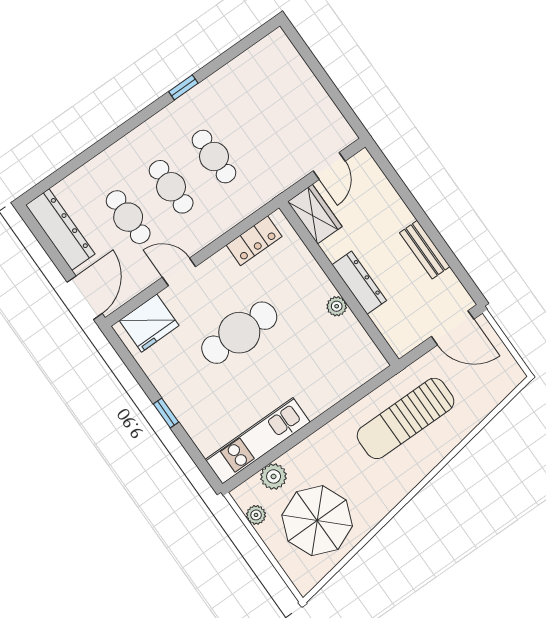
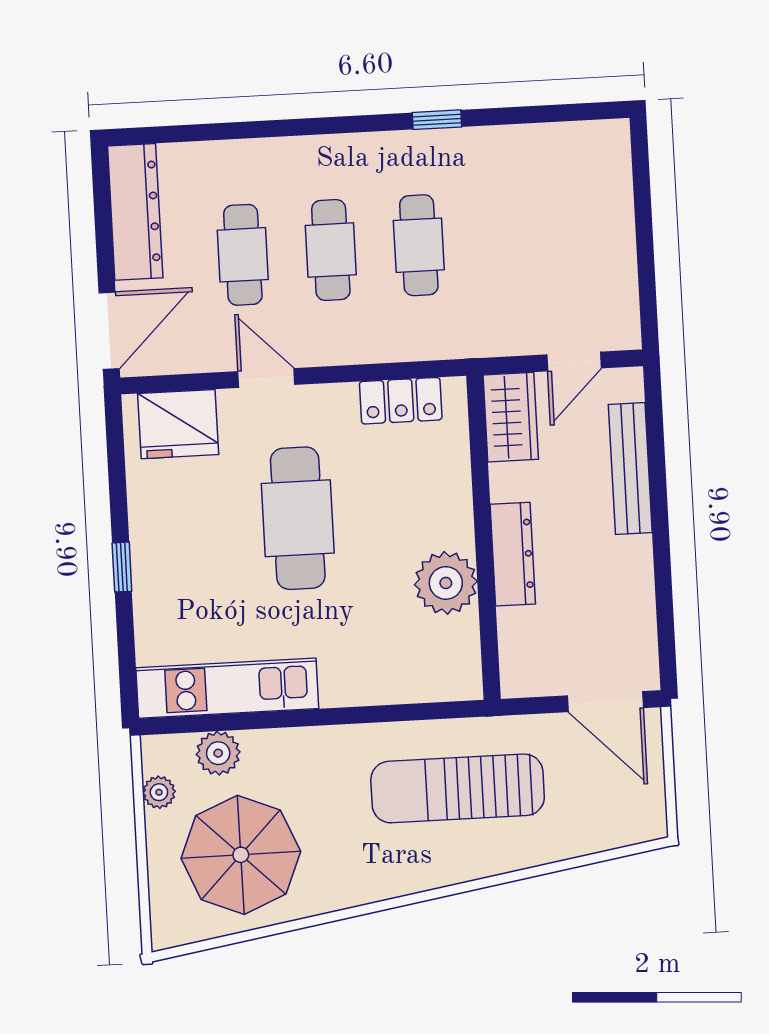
bench: (425, 250) -> (630, 469), moved, width x1.36
plant: (337, 306) -> (446, 583), width x1.88, depth x1.88
cafe table: (239, 333) -> (298, 518), turned 90

